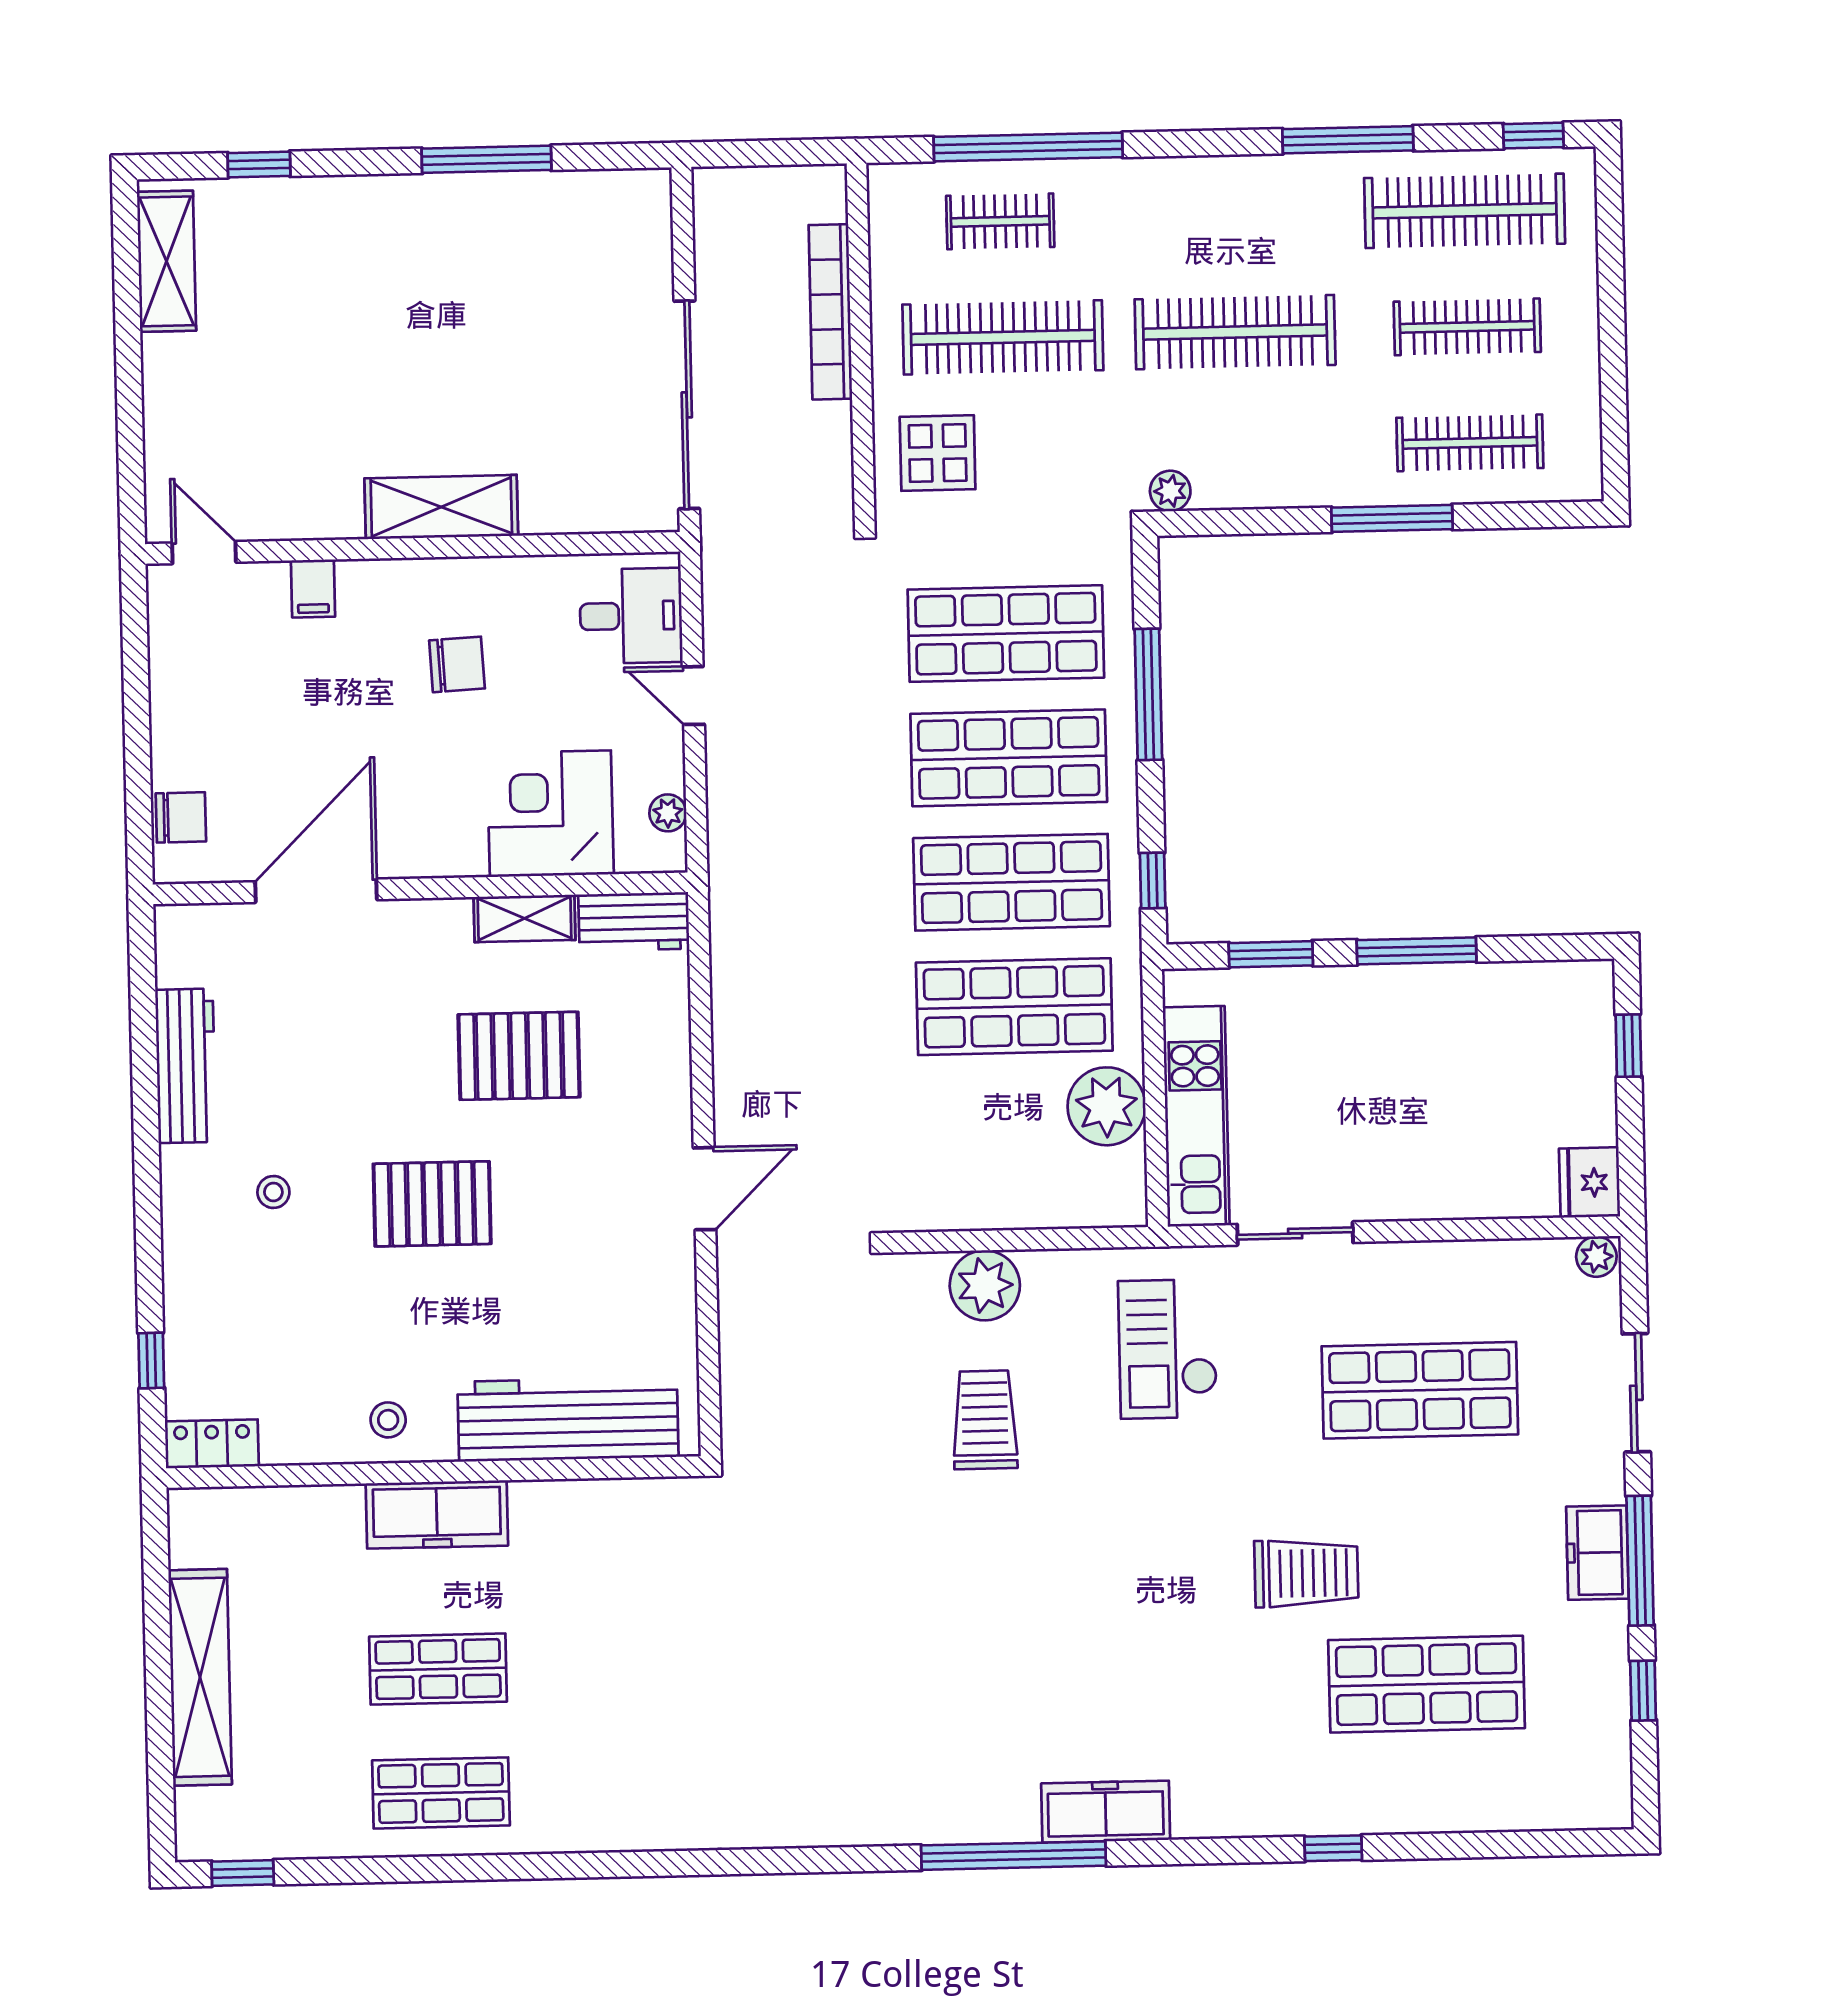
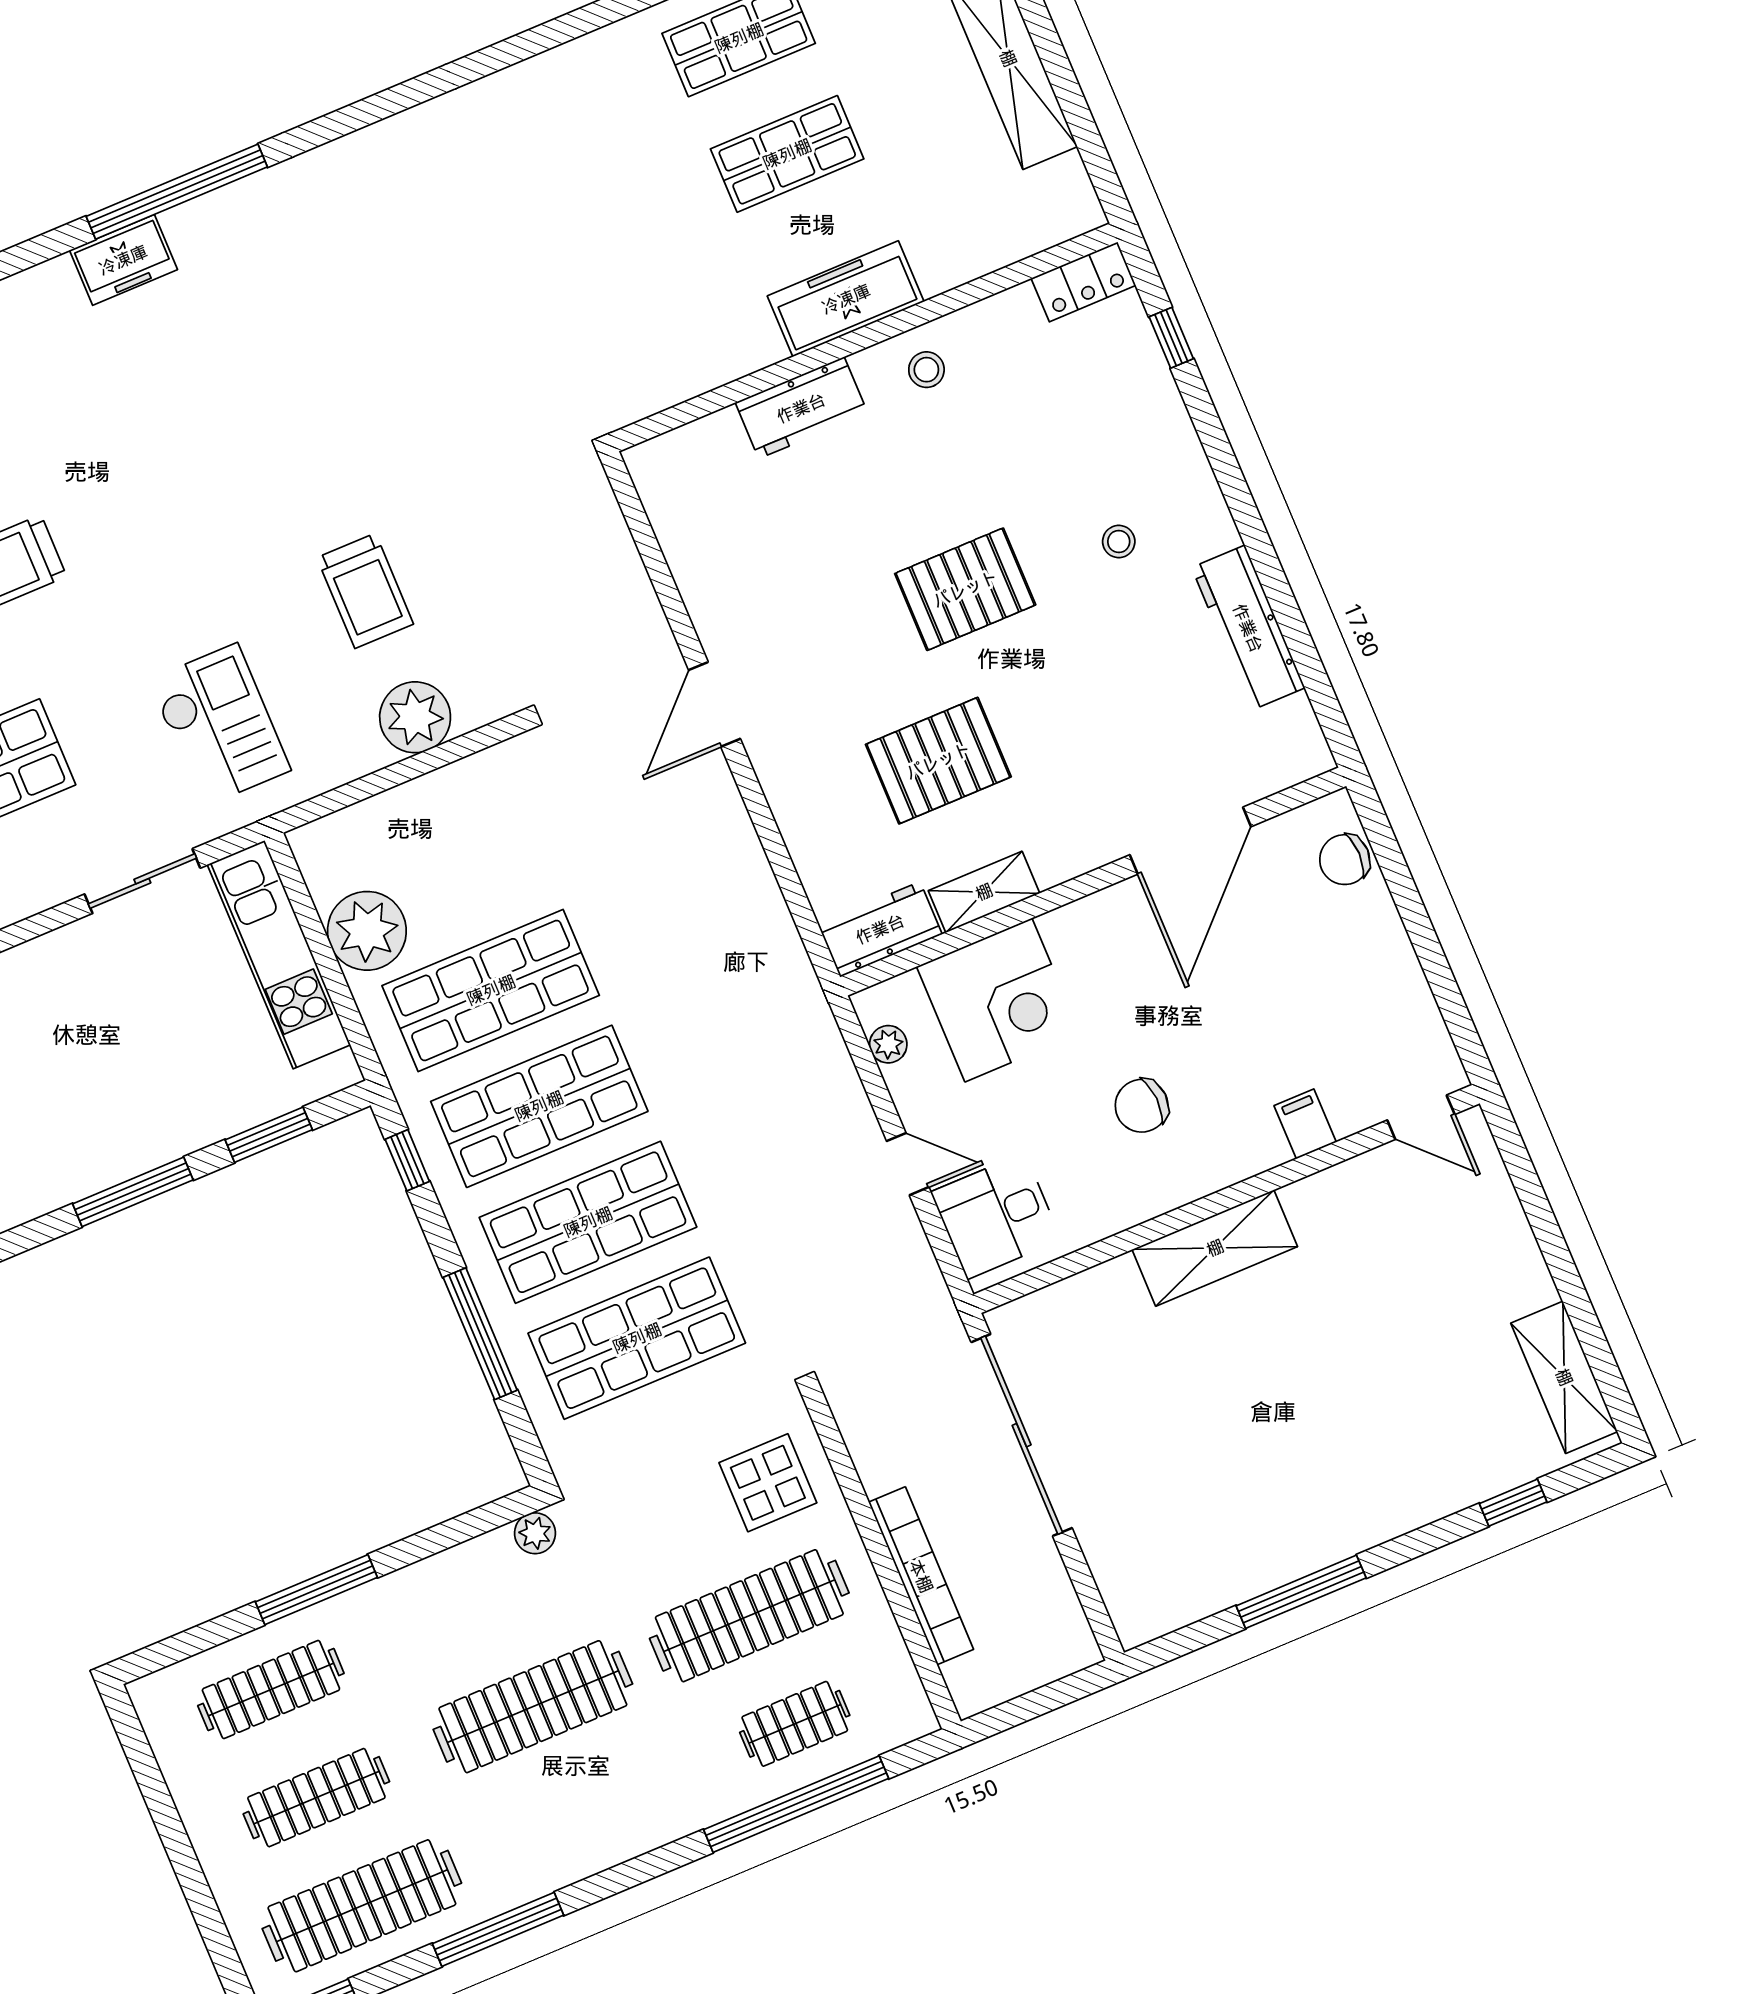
workbench: (568, 1419) -> (801, 408), width x0.53, depth x0.76
freezer: (1106, 1812) -> (123, 260), width x0.71

